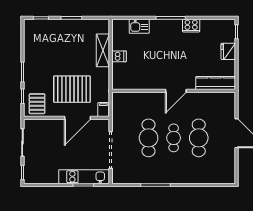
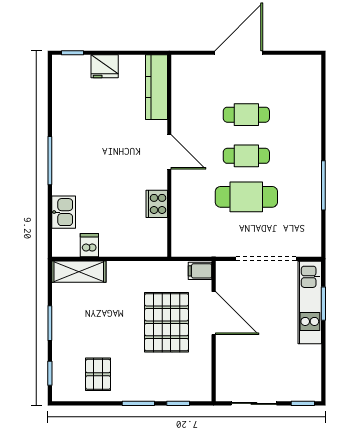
cooker: (191, 26) -> (157, 204), moved, turned 180
shelving: (103, 50) -> (79, 272), moved
dishwasher: (119, 56) -> (89, 245), moved
pallet: (37, 104) -> (98, 374), moved, turned 90
cafe table: (199, 138) -> (246, 115), width x0.73, depth x0.74

